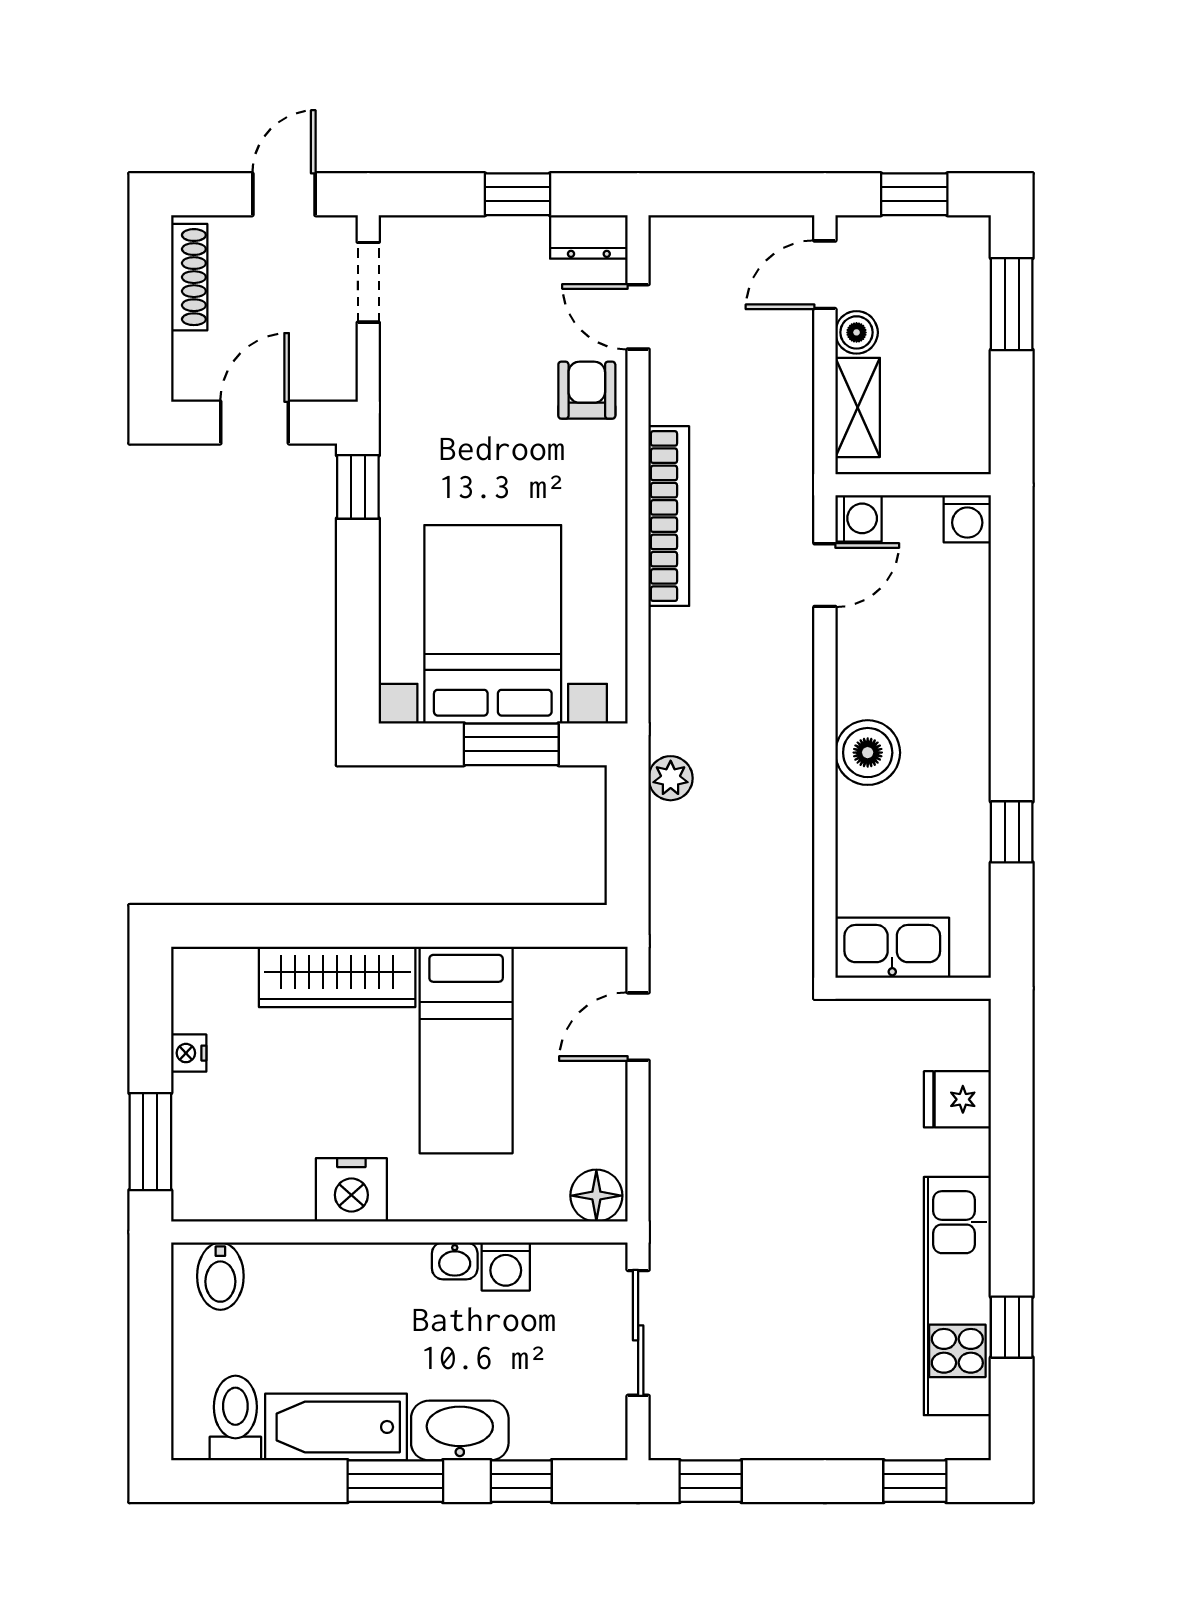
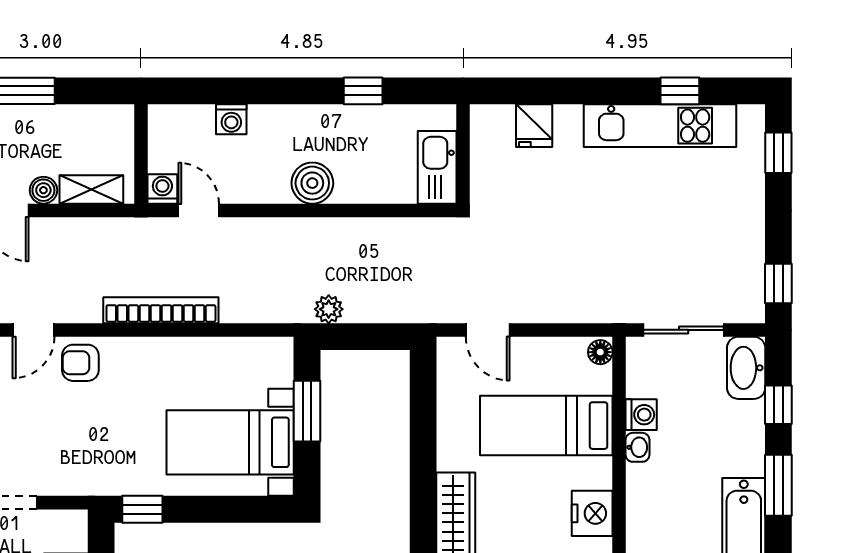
washing machine: (967, 519) -> (231, 119), moved, turned 90
bed with nightstands: (493, 624) -> (230, 442), width x0.73
bed: (466, 1050) -> (546, 426), moved, turned 180
floor lamp: (596, 1196) -> (600, 352), width x0.73, depth x0.73
washbasin: (460, 1431) -> (746, 368), moved

